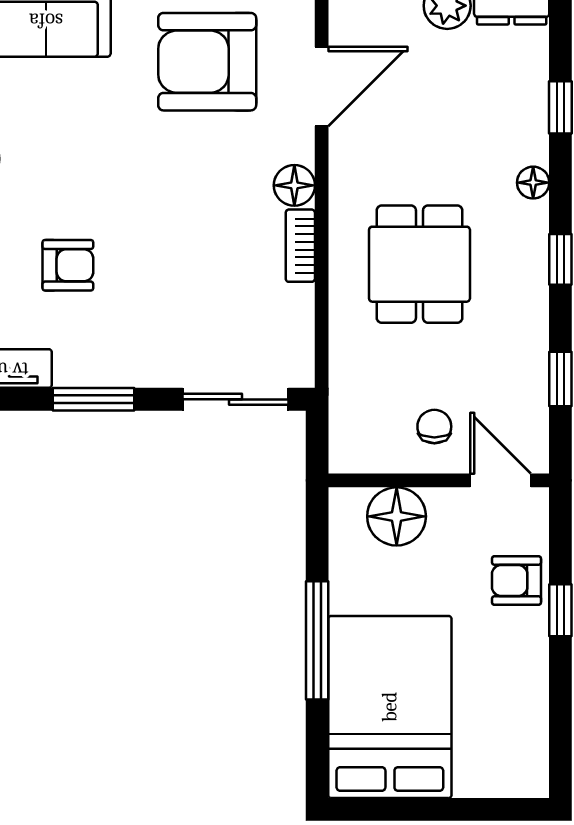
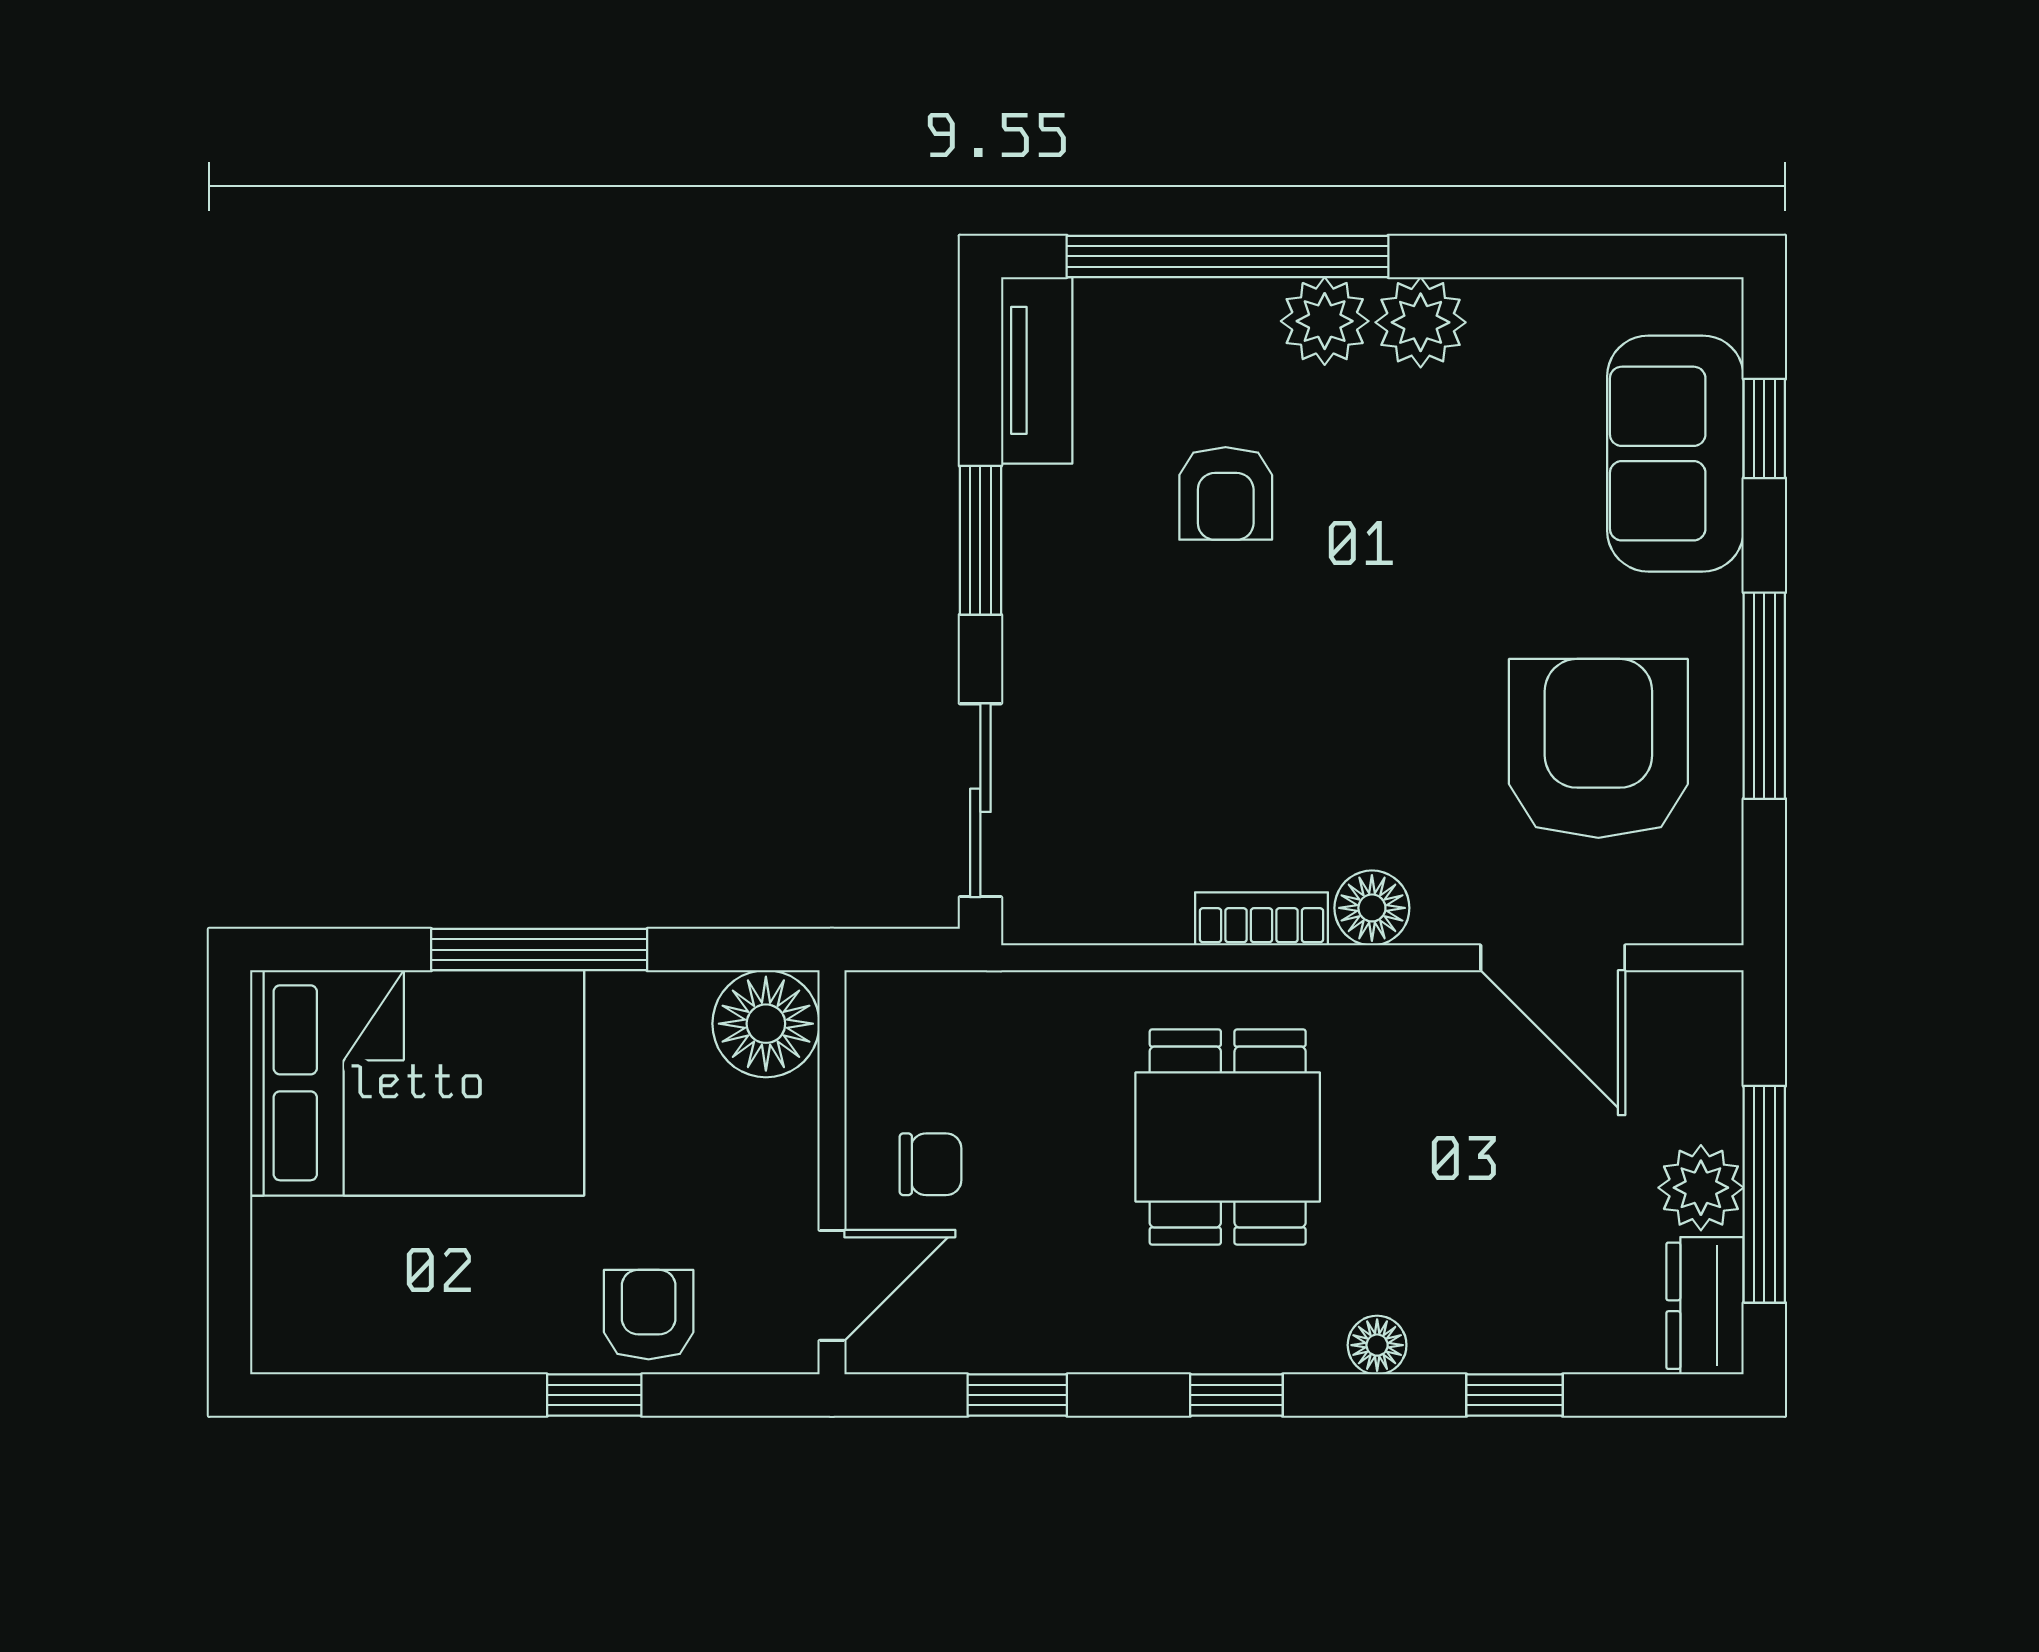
dining table: (419, 264) -> (1228, 1137), turned 90
floor lamp: (397, 516) -> (766, 1024), moved

